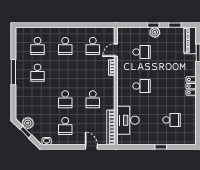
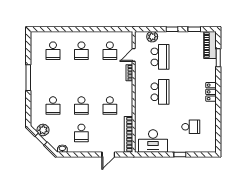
plant: (155, 32) -> (152, 37), moved
school desk: (142, 52) -> (160, 57), width x1.85
school desk: (38, 73) -> (53, 106), moved
school desk: (142, 86) -> (160, 92), width x1.85
desk: (128, 120) -> (153, 141), moved, turned -90
door: (91, 147) -> (108, 154), swing flipped

